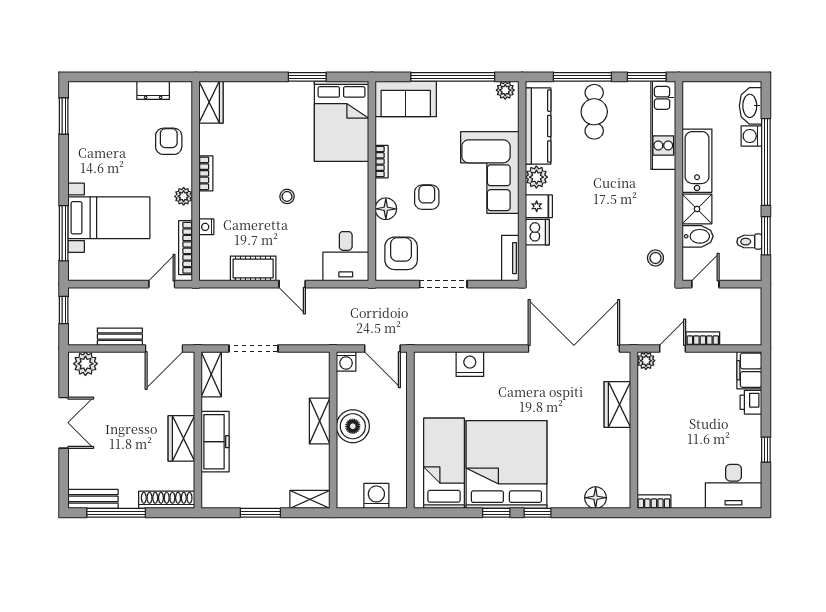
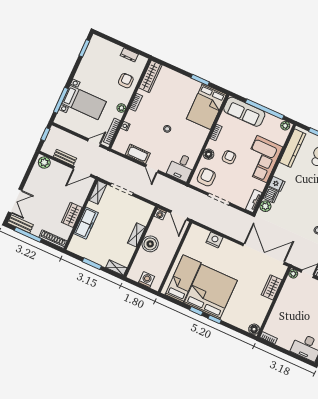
sofa: (406, 99) -> (244, 112), width x1.36
wardrobe: (211, 102) -> (150, 76), width x1.50
plant: (536, 177) -> (265, 206), moved
double door: (64, 423) -> (15, 201), moved
floor lamp: (596, 498) -> (254, 329), moved

